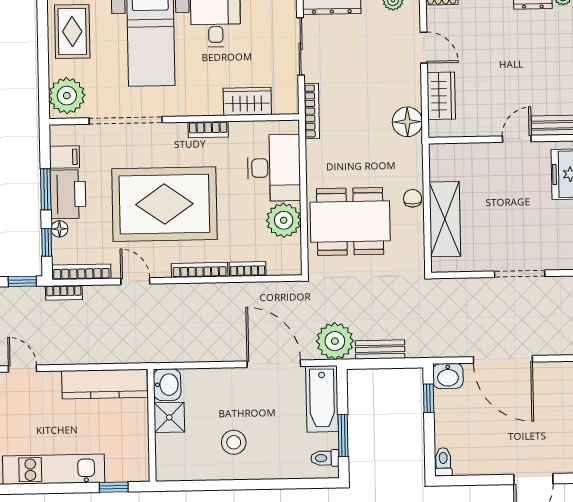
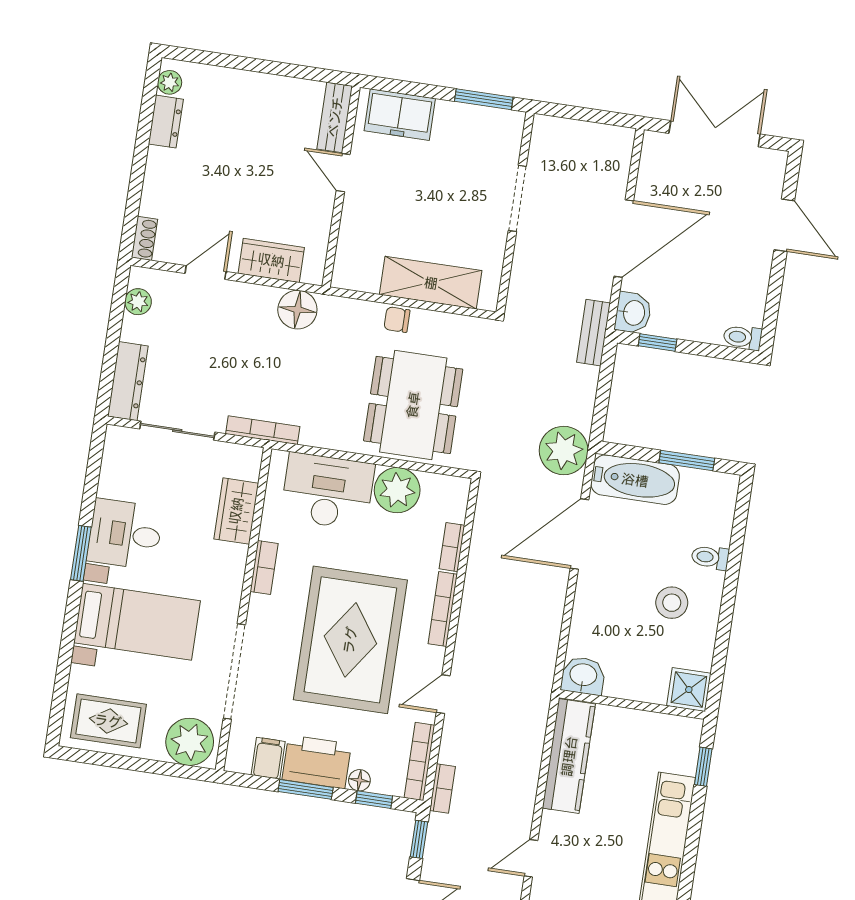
bench: (380, 350) -> (594, 333), moved
shower: (169, 417) -> (689, 690), moved
toilet: (325, 458) -> (710, 557), moved, turned 90

